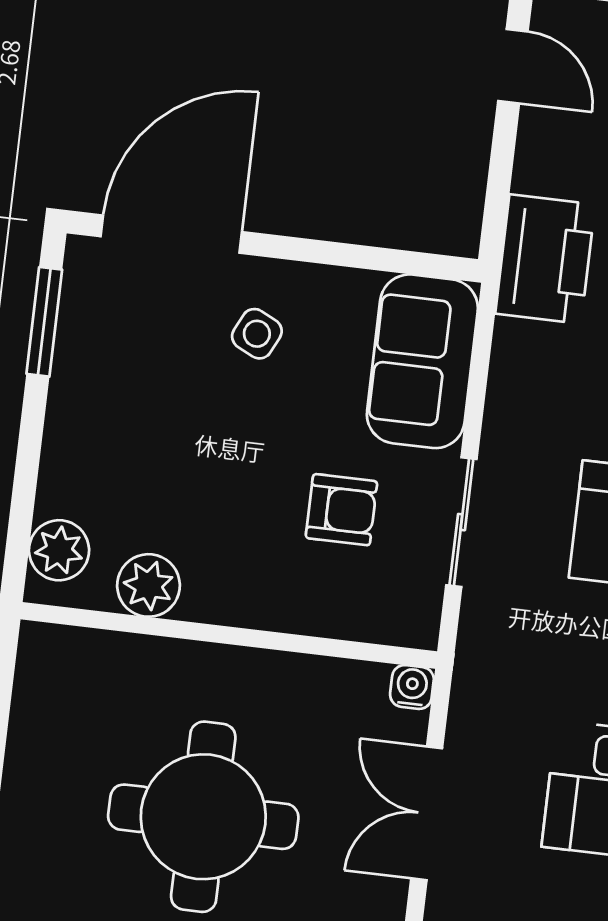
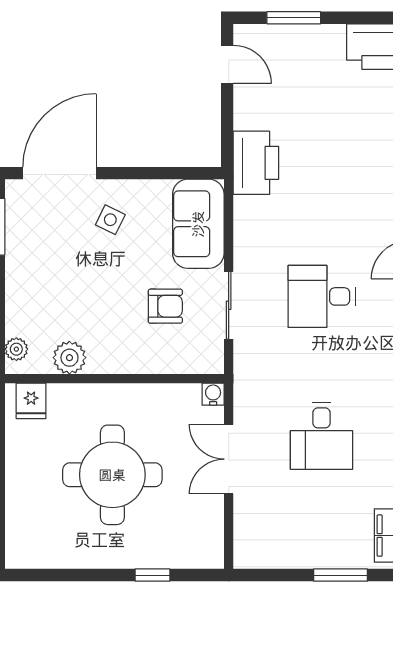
plant: (59, 550) -> (16, 349), width x0.73, depth x0.73
fridge: (66, 659) -> (31, 401), added

